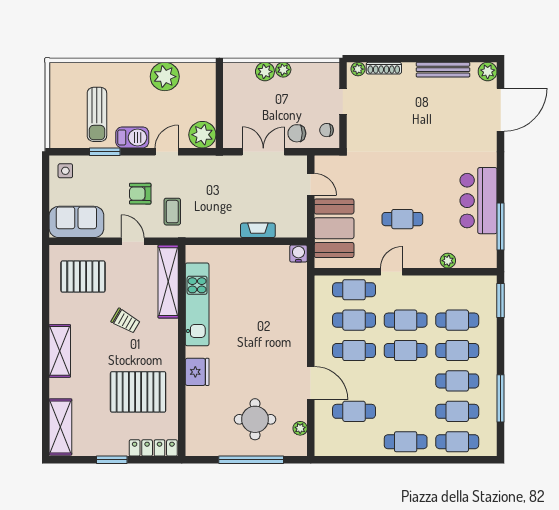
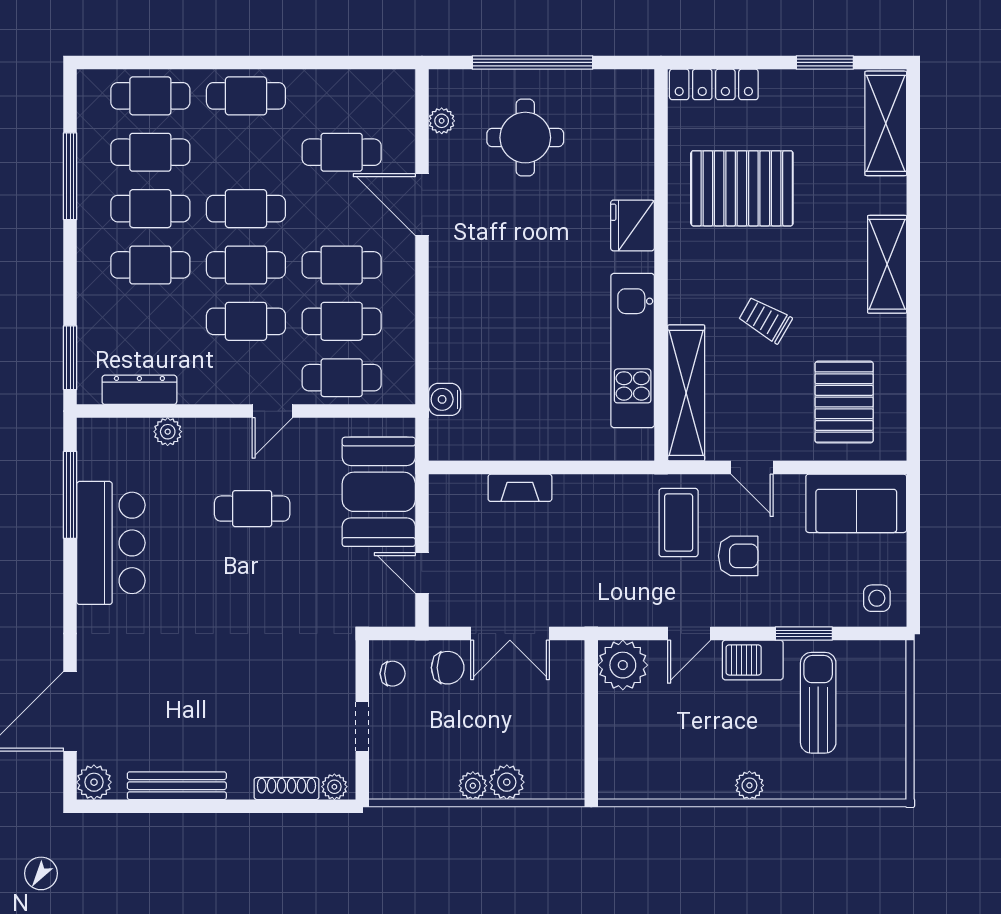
plant: (165, 77) -> (749, 785), moved, width x0.53, depth x0.53
coffee table: (172, 212) -> (679, 523), width x1.36, depth x1.30
water cooler: (298, 254) -> (445, 399), moved, turned 90
pallet: (83, 277) -> (844, 402), turned 90
dresser: (463, 283) -> (139, 390), added
cafe table: (457, 320) -> (246, 209), moved
window: (112, 460) -> (825, 62), moved

